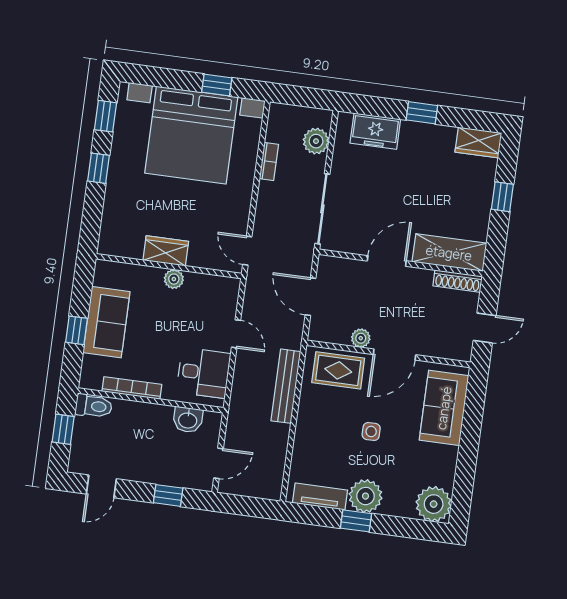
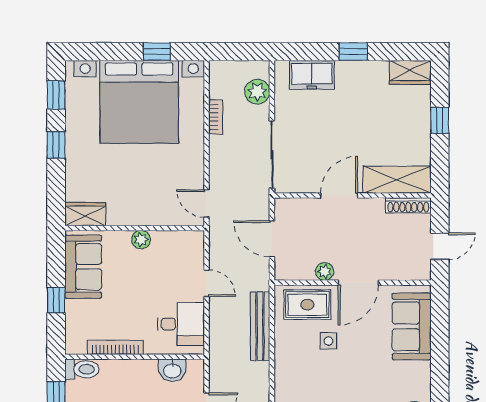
wardrobe: (166, 251) -> (85, 214), moved
sofa: (106, 322) -> (83, 267), moved
side table: (371, 431) -> (328, 341), moved

